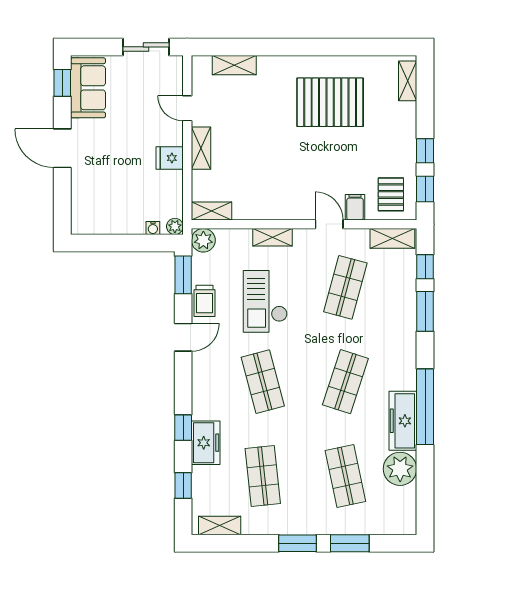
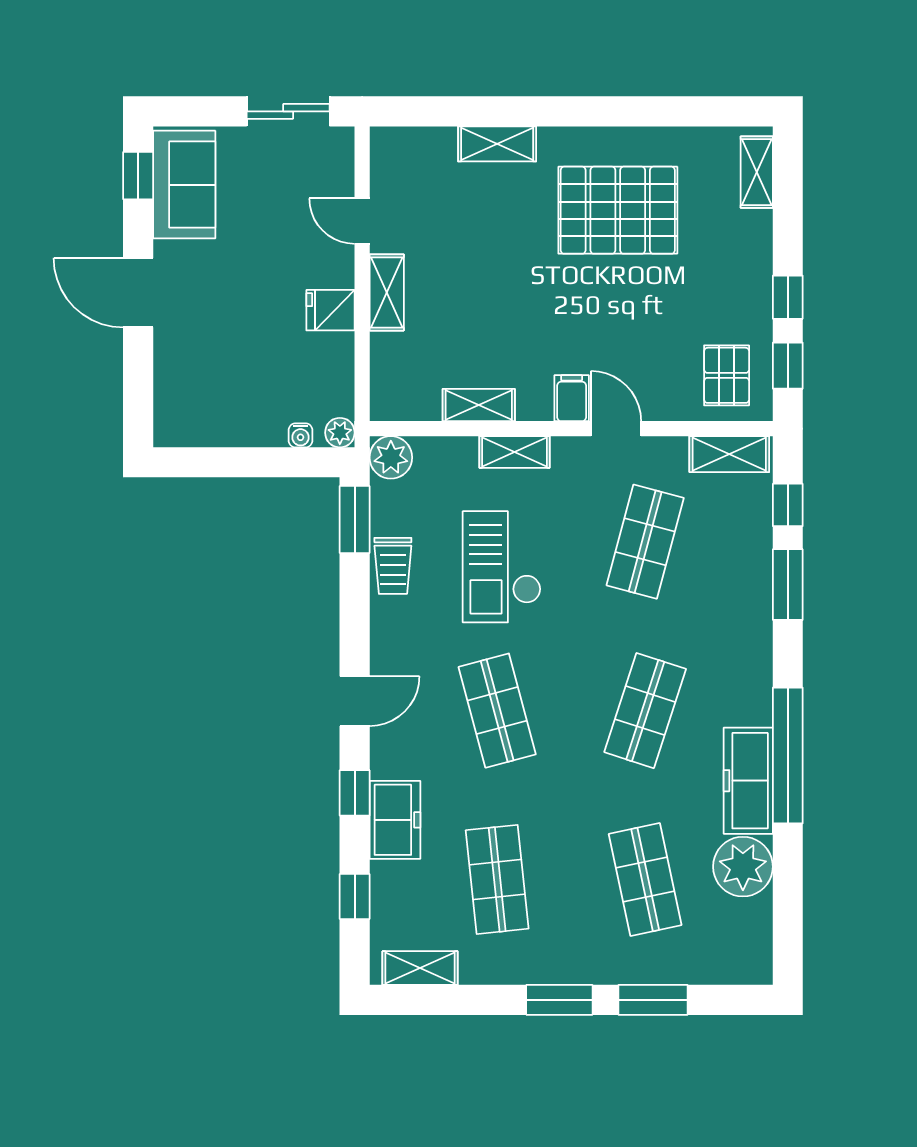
shelving: (234, 65) -> (497, 144), moved
filing cabinet: (355, 207) -> (572, 398), moved
shelving: (212, 211) -> (479, 405), moved
door: (183, 337) -> (355, 701), moved

